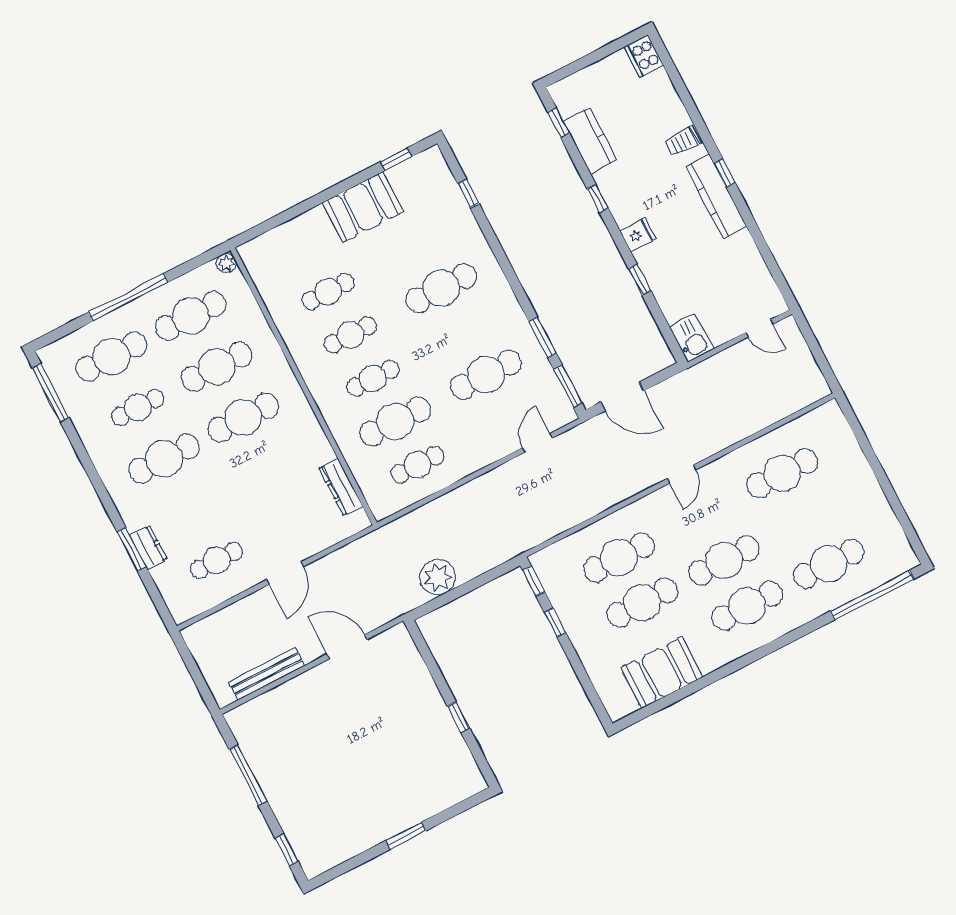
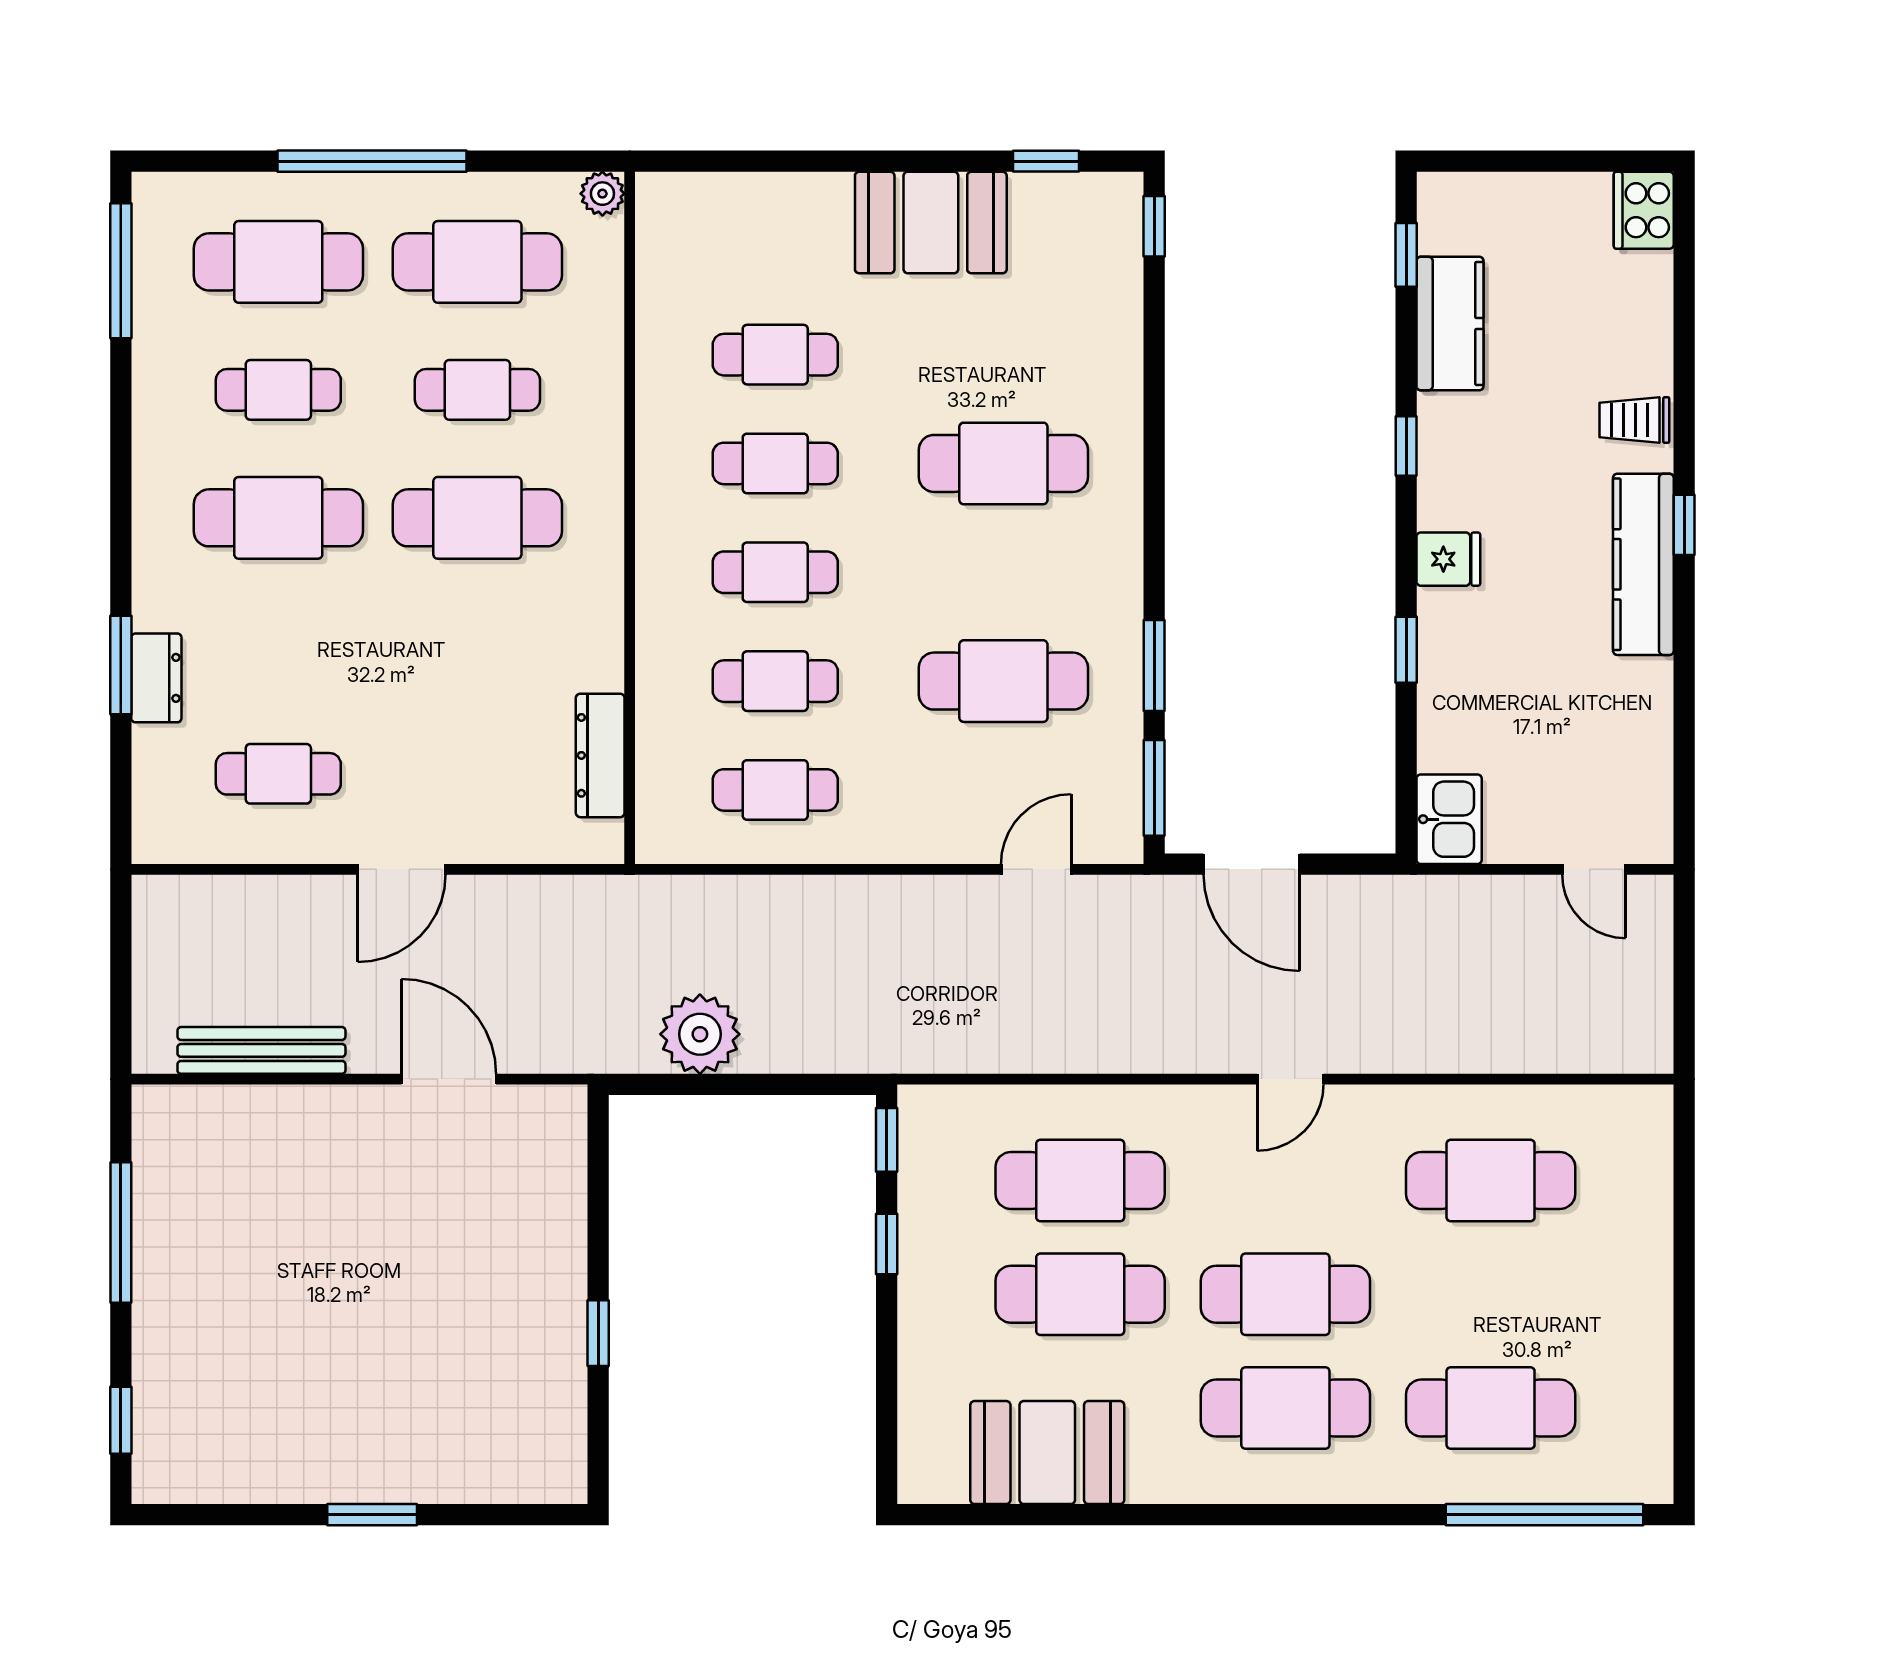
window: (468, 194) -> (1154, 226), moved
cafe table: (217, 367) -> (477, 390), width x0.73, depth x0.74
cafe table: (395, 421) -> (775, 681), width x0.73, depth x0.74

